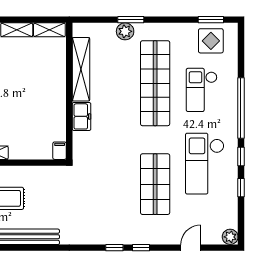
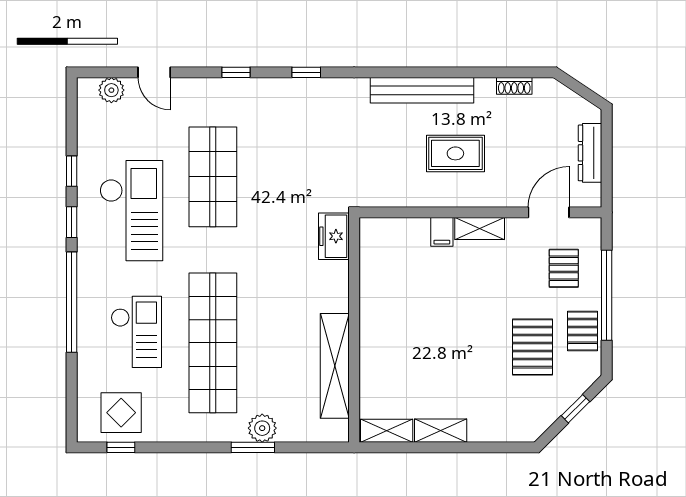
window: (211, 20) -> (121, 447), width x0.67
freezer: (82, 116) -> (334, 236), moved
filing cabinet: (60, 151) -> (442, 232), moved
plant: (230, 237) -> (111, 90), moved
window: (114, 248) -> (306, 72), moved
door: (191, 248) -> (154, 72), hinge flipped

